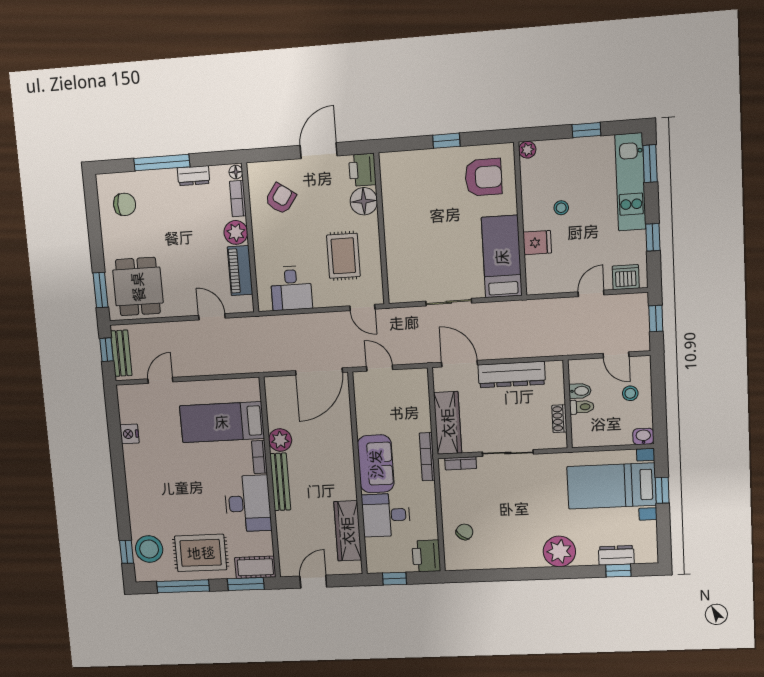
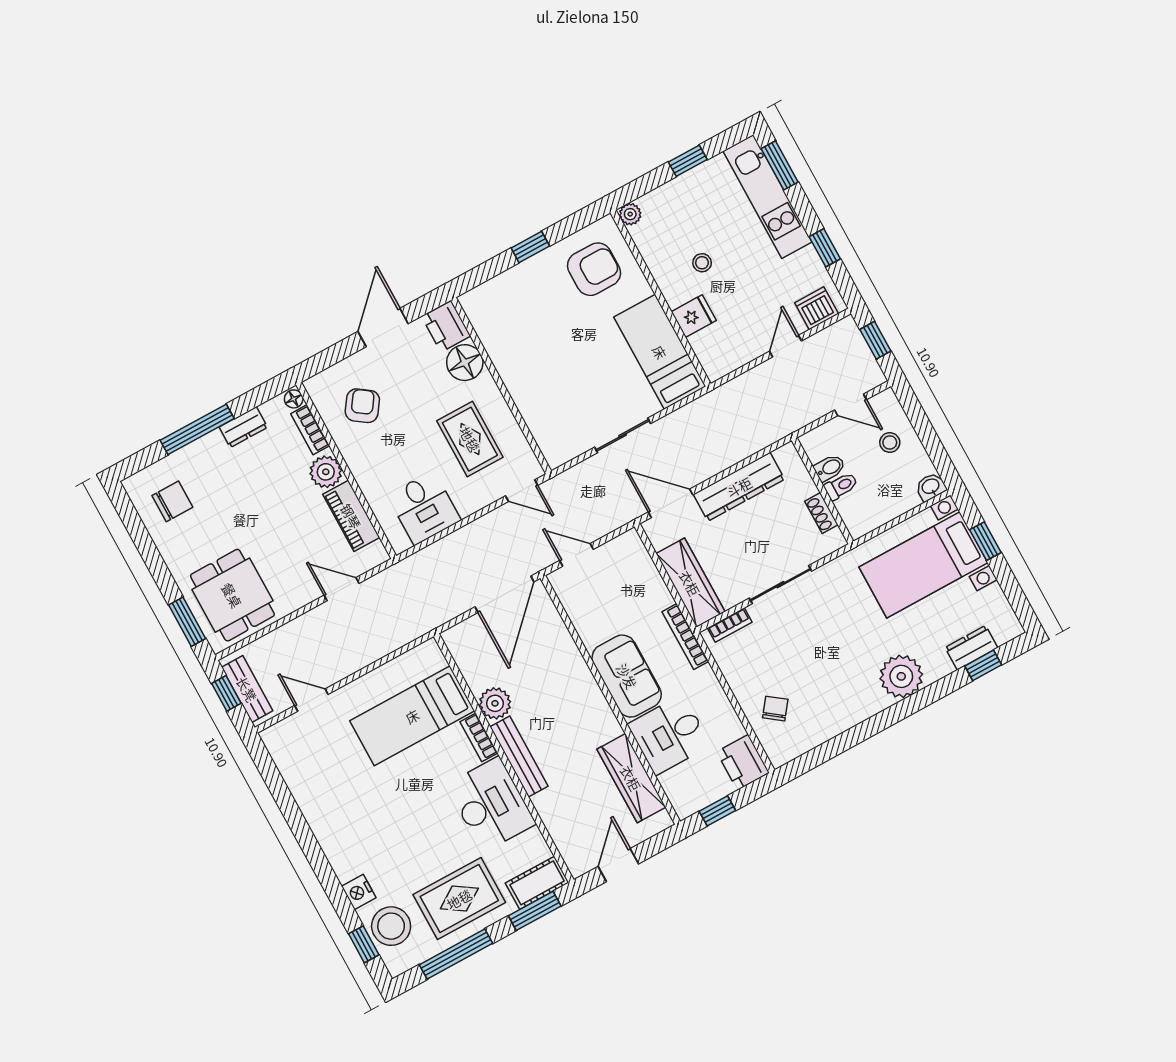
door: (160, 380) -> (311, 700), hinge flipped
nightstand: (129, 434) -> (359, 892), moved

